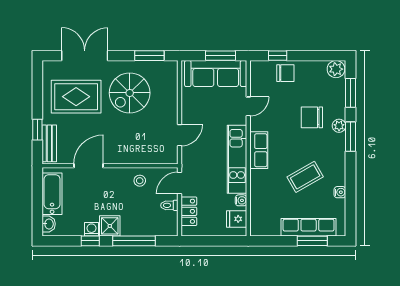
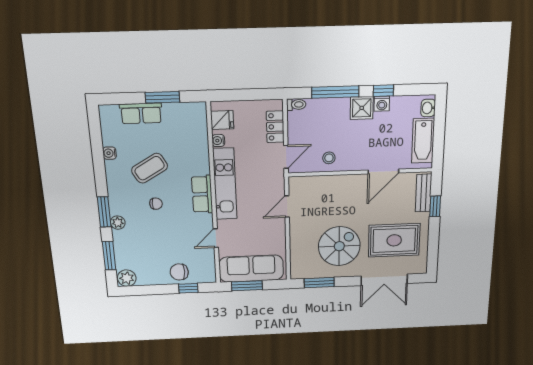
chair: (312, 117) -> (156, 204), moved, width x0.54, depth x0.54
toilet: (169, 205) -> (296, 105), moved
row of seats: (309, 227) -> (141, 113), width x0.68
window: (312, 241) -> (162, 97), moved

